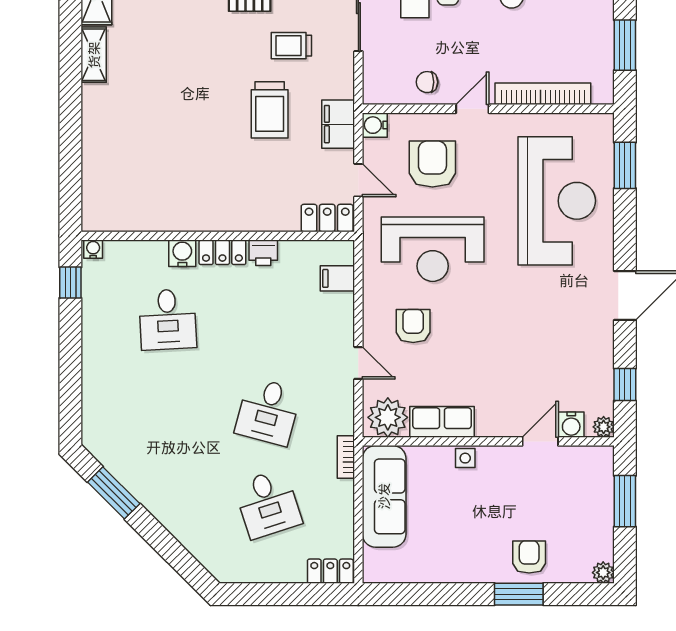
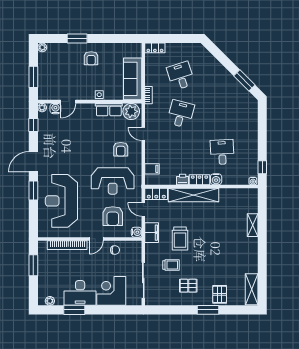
shelving: (94, 55) -> (253, 225), moved
trolley: (270, 110) -> (180, 238), turned 180
window: (625, 165) -> (33, 190), moved
shelving: (237, 215) -> (194, 195), added
reception desk: (433, 249) -> (113, 181), turned 180
armchair: (529, 557) -> (91, 58), moved

